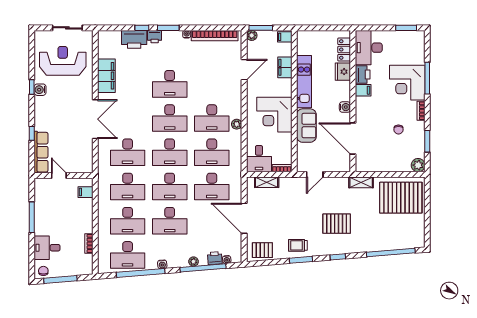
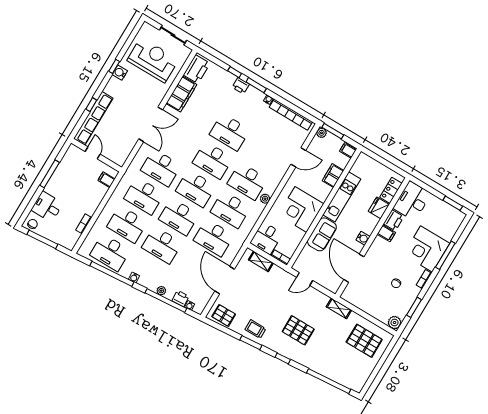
printer: (134, 39) -> (197, 69), moved, turned -90
row of seats: (41, 152) -> (93, 118), width x1.36
pallet: (401, 198) -> (364, 341), width x0.73, depth x0.71

